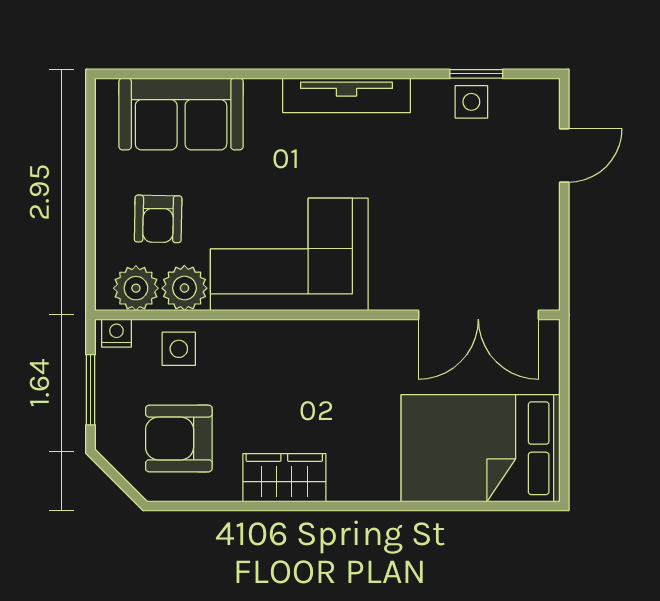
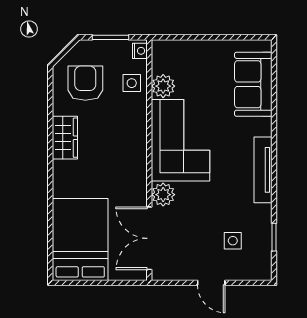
side table: (471, 102) -> (233, 241), moved
door: (564, 155) -> (211, 283), moved
armchair: (158, 219) -> (199, 72), removed
plant: (136, 288) -> (163, 195), moved

